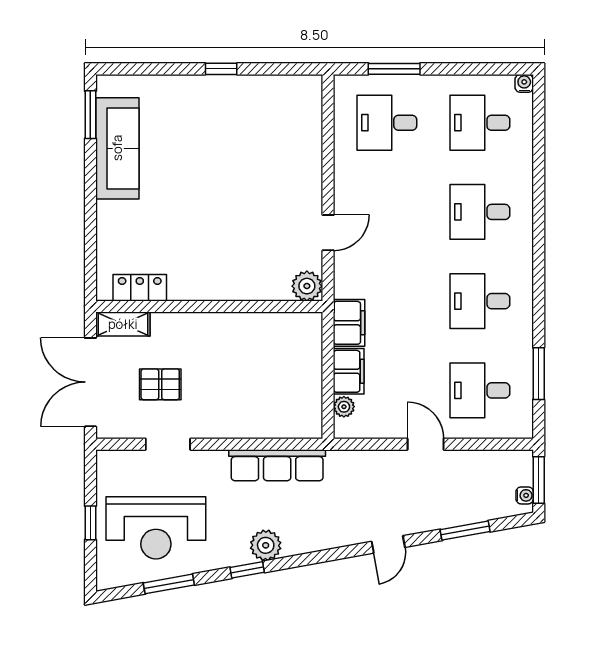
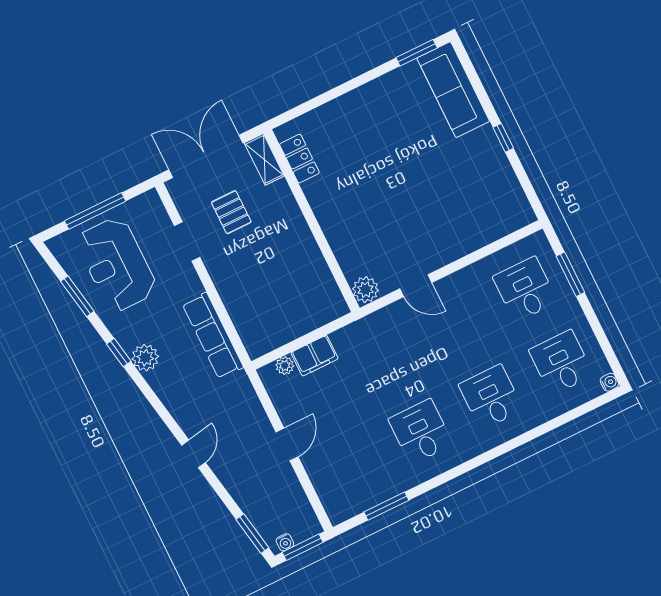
sofa: (117, 148) -> (453, 90), moved, turned 90
filing cabinet: (349, 323) -> (353, 337), removed
desk: (480, 390) -> (350, 466), removed
window: (90, 523) -> (95, 211), width x2.17
window: (465, 531) -> (252, 534), moved
door: (388, 544) -> (193, 454), swing flipped

